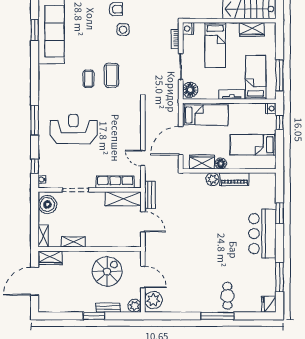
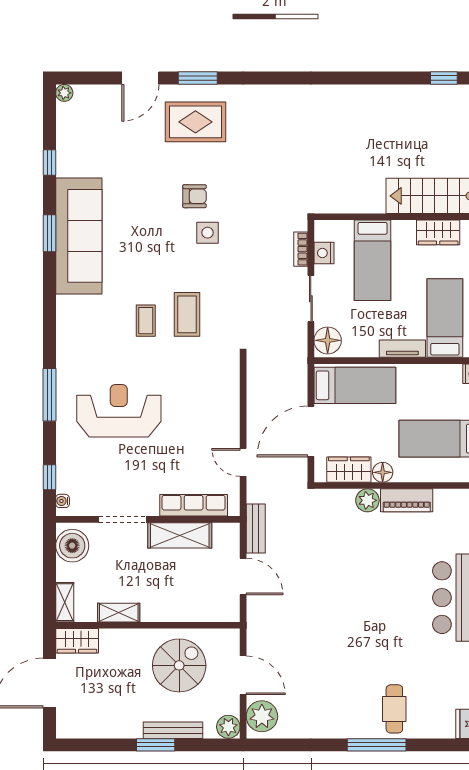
nightstand: (188, 28) -> (324, 253), moved
shelving: (123, 199) -> (180, 535), moved
bench: (108, 308) -> (173, 730), width x1.36

